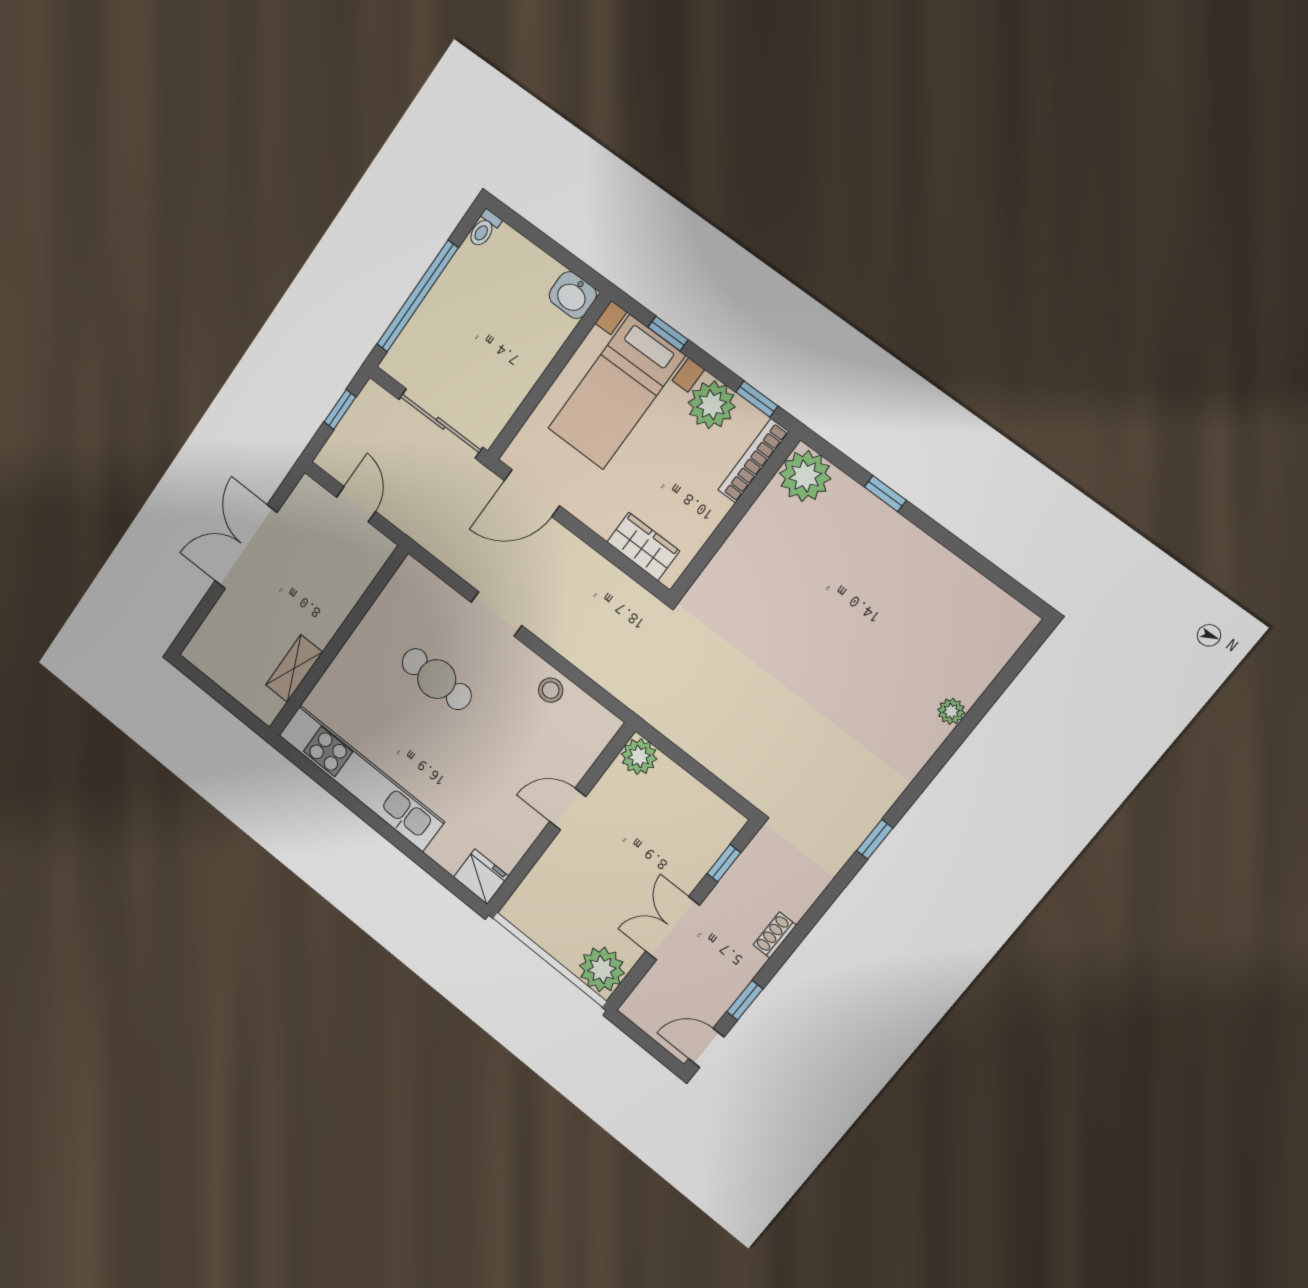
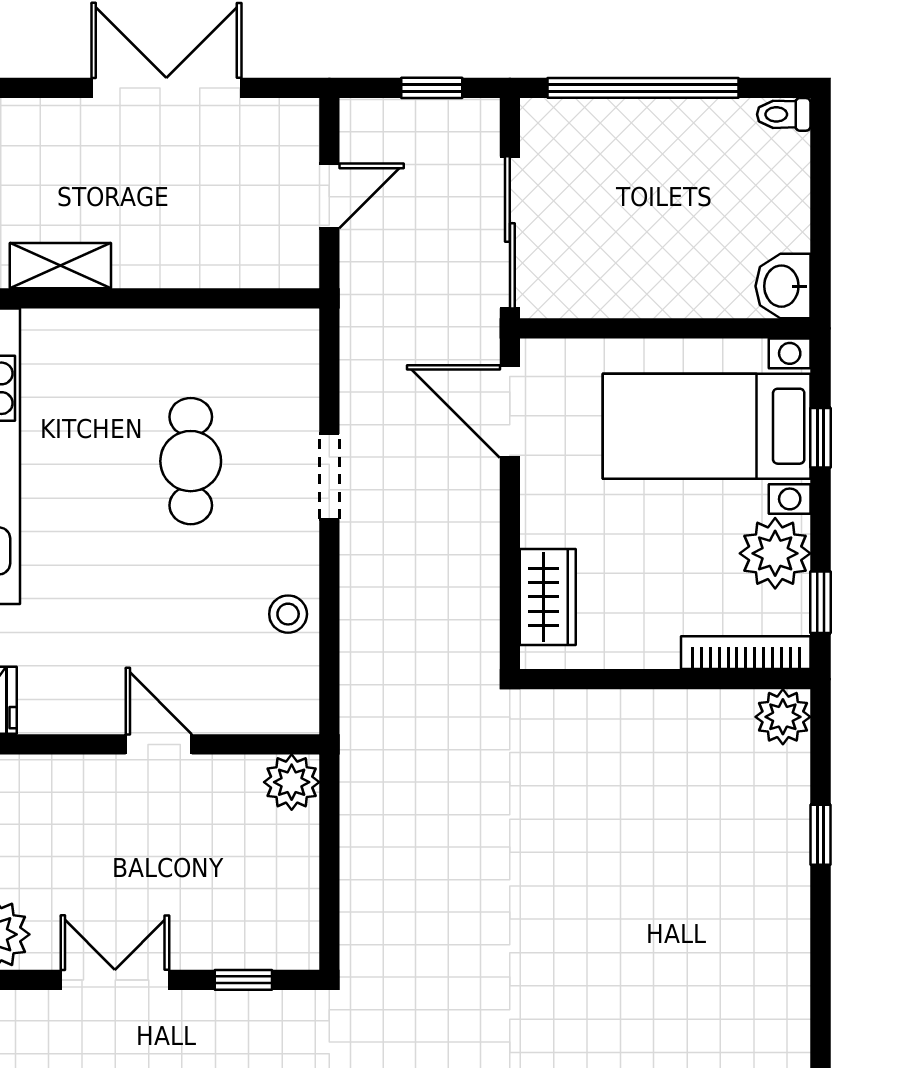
plant: (805, 476) -> (783, 717), width x0.73, depth x0.73

